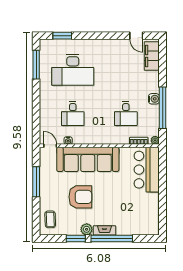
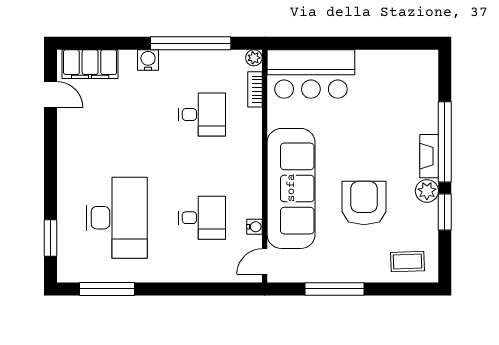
door: (136, 36) -> (50, 94), hinge flipped
water cooler: (154, 99) -> (148, 60), moved

